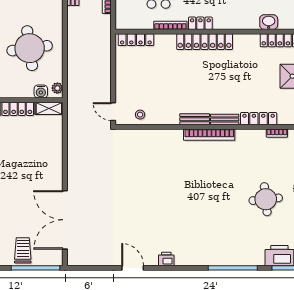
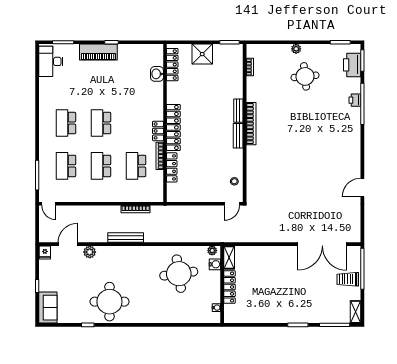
locker: (136, 40) -> (172, 167), moved
locker: (259, 119) -> (238, 82), removed
printer: (166, 259) -> (355, 100), moved

